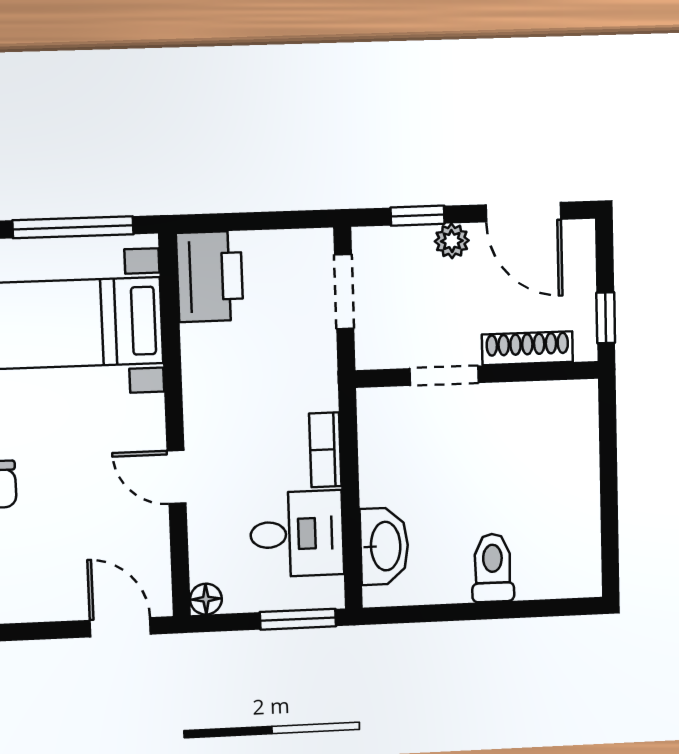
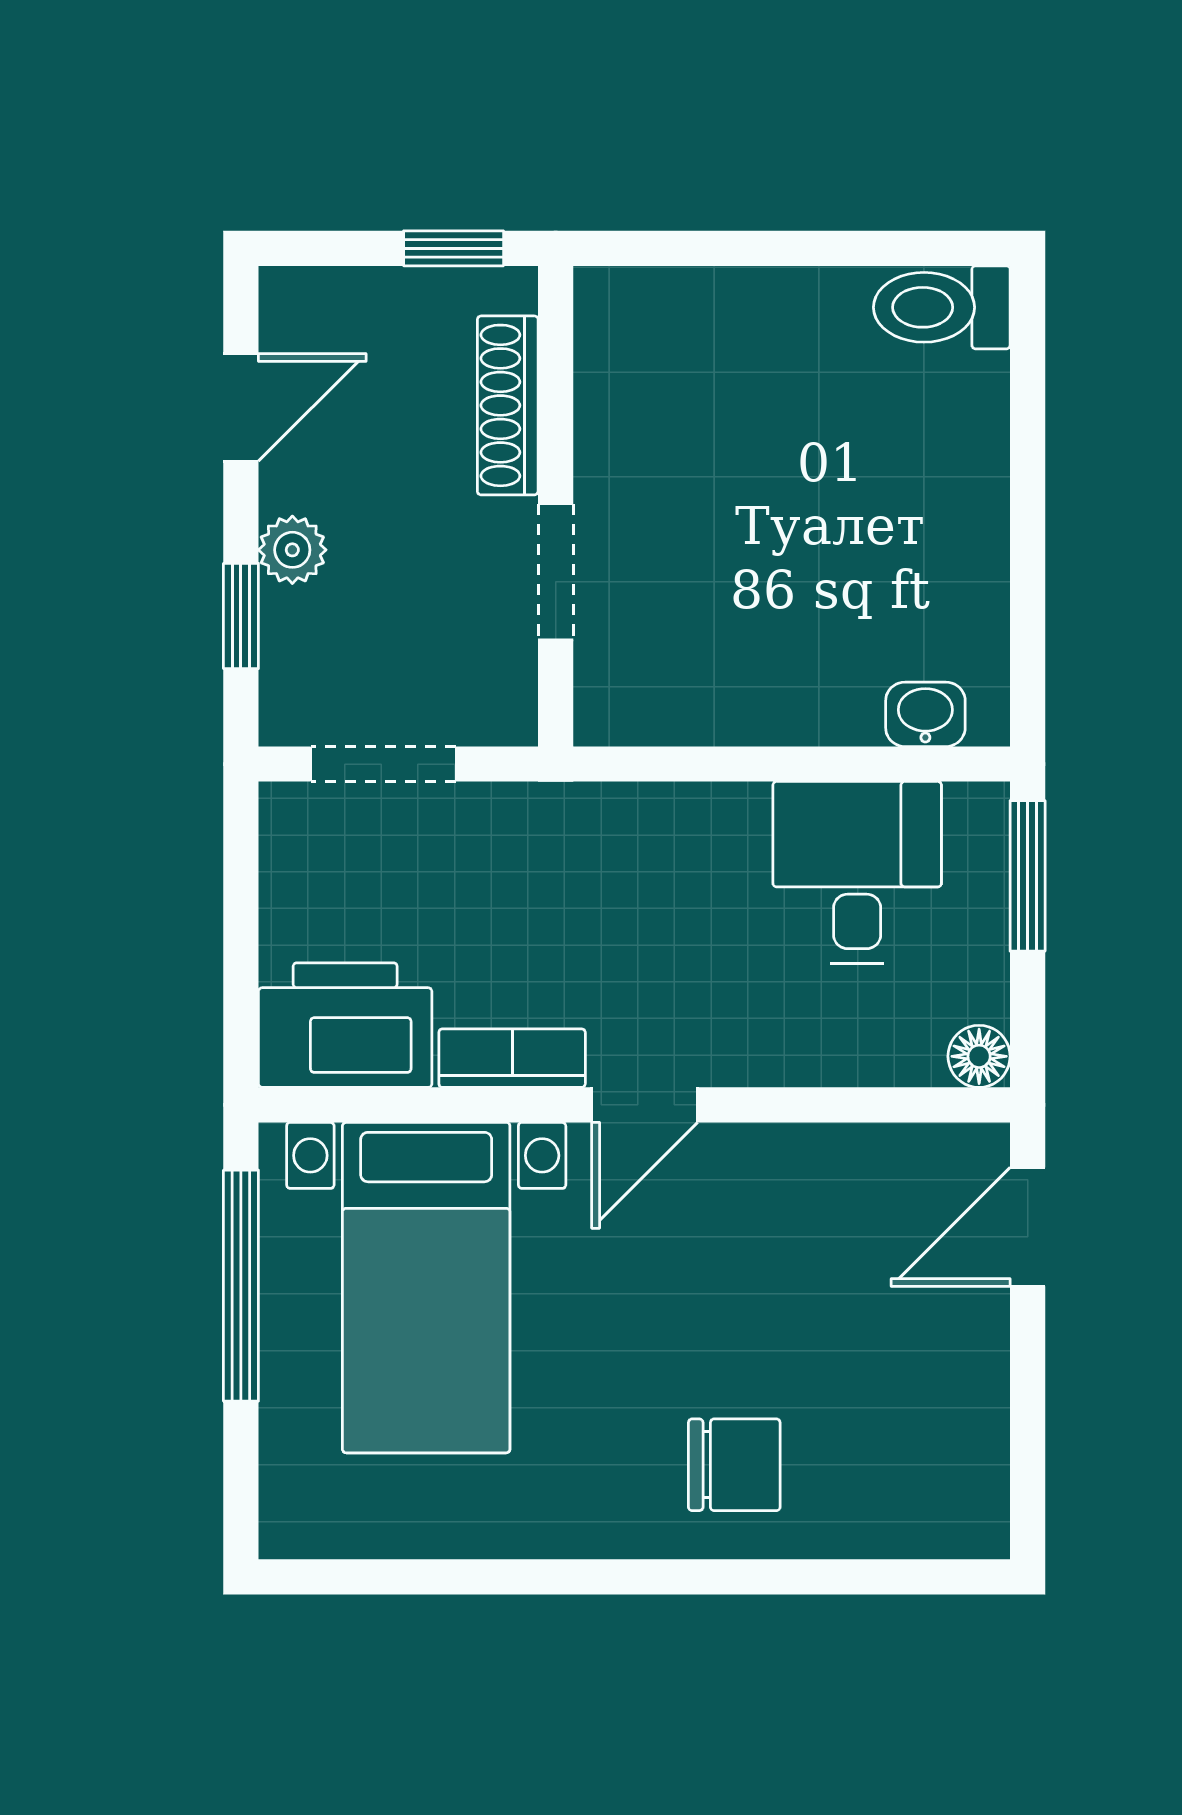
door: (523, 212) -> (241, 407), width x0.73
bookcase: (325, 450) -> (512, 1058), moved, turned 180
door: (176, 477) -> (645, 1105), moved
washbasin: (384, 546) -> (925, 714), width x0.52, depth x0.69
toilet: (493, 568) -> (942, 307), moved

